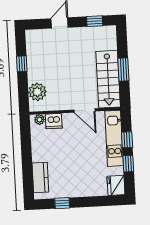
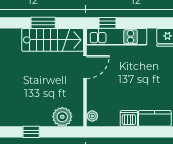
dishwasher: (54, 121) -> (129, 118), moved, turned -90
window: (127, 140) -> (107, 23), moved
window: (128, 164) -> (145, 23), removed

